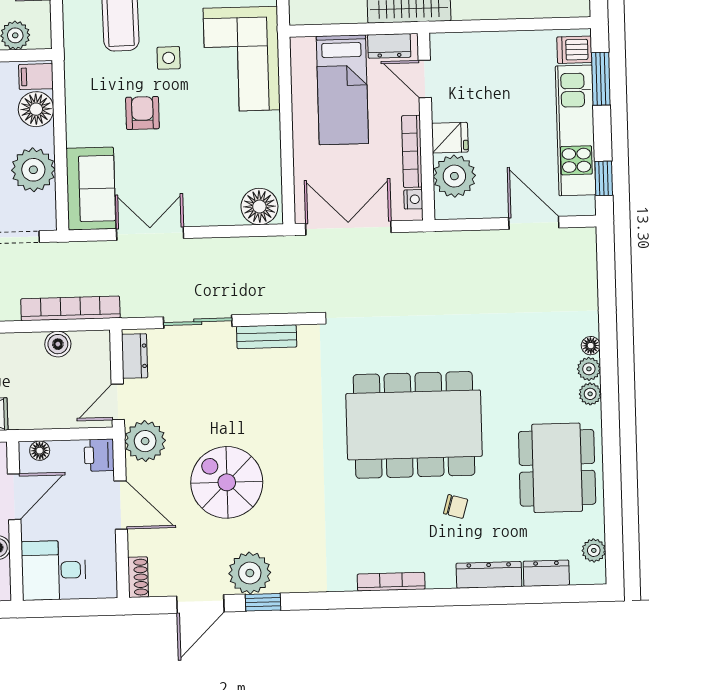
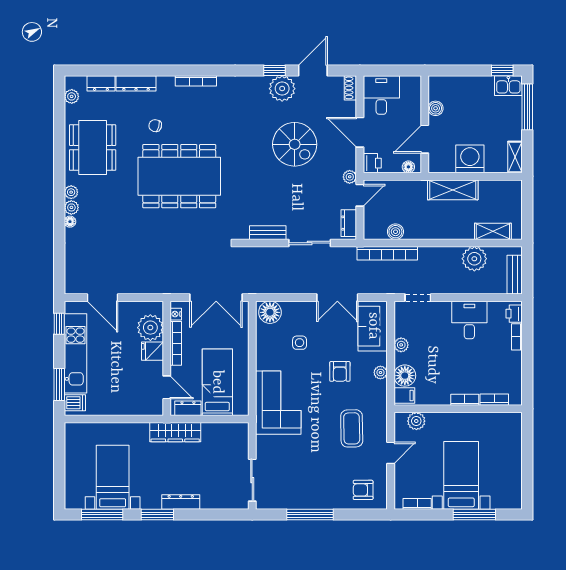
side table: (169, 58) -> (300, 343), moved
plant: (76, 113) -> (380, 373), added
plant: (33, 170) -> (401, 345), width x0.53, depth x0.53
plant: (145, 441) -> (350, 177), width x0.53, depth x0.53
desk: (54, 570) -> (381, 95), moved, turned -90

